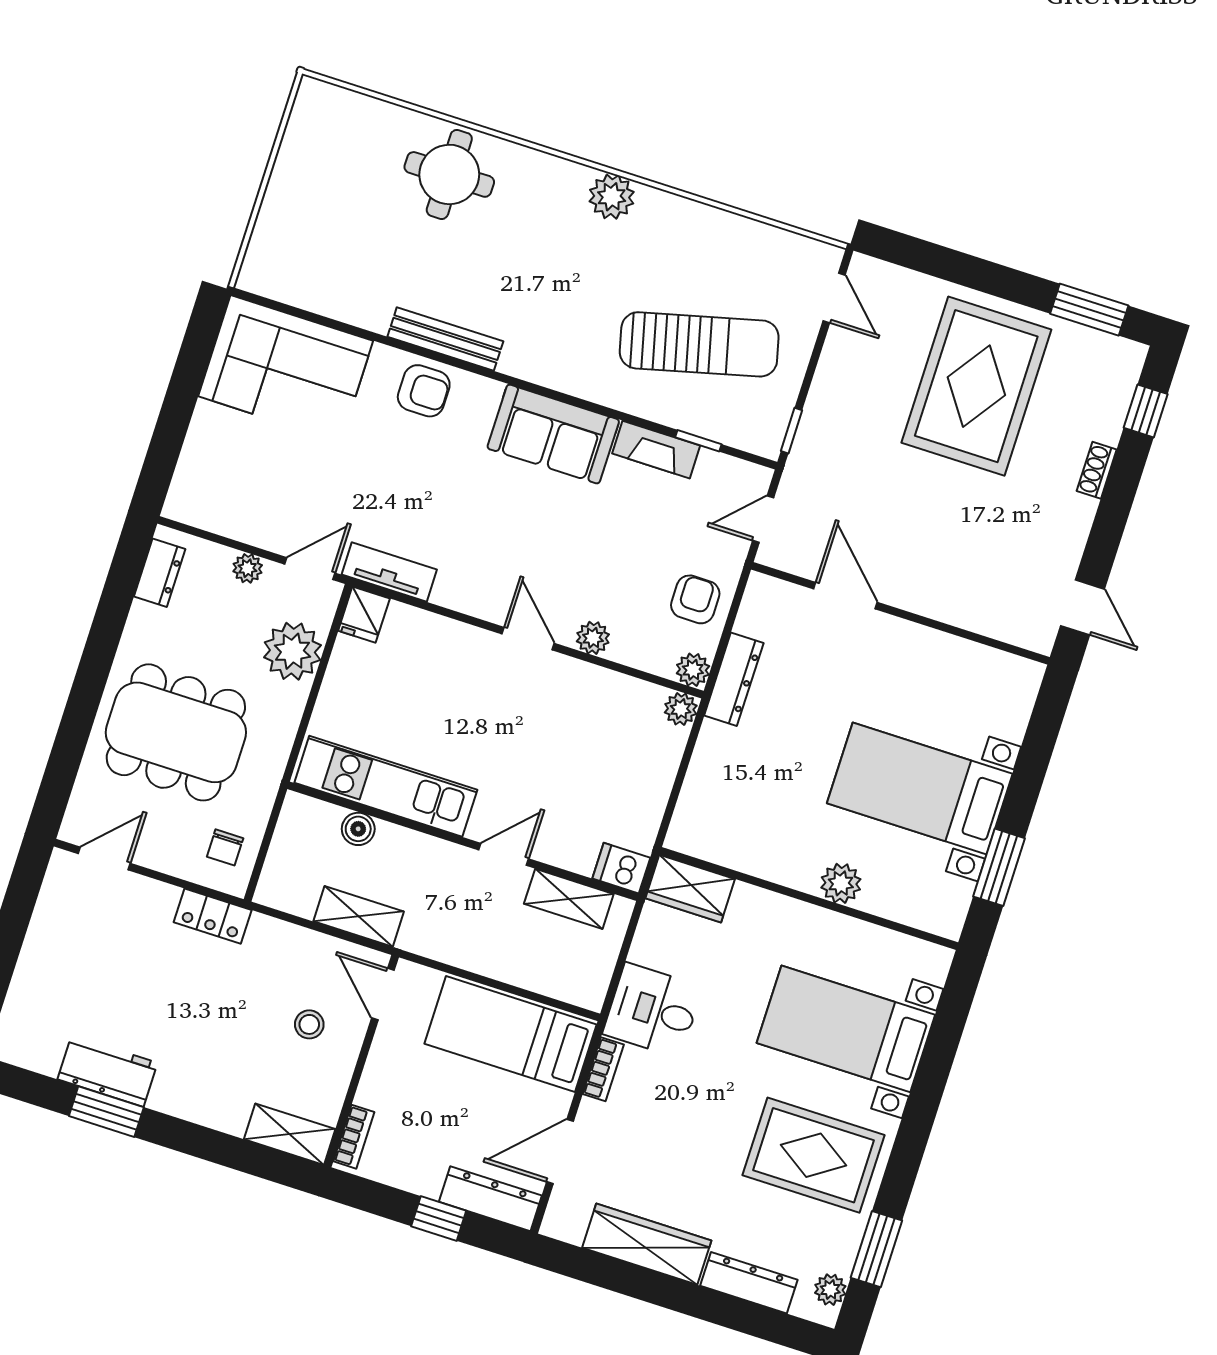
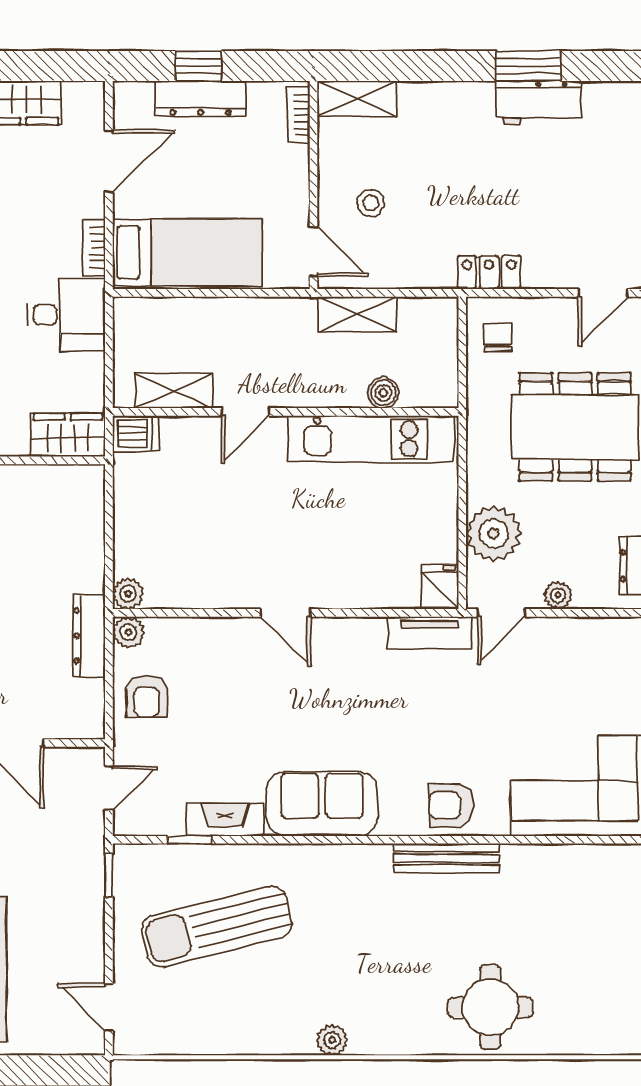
plant: (612, 197) -> (332, 1040), width x0.73, depth x0.73
plant: (593, 638) -> (228, 632), removed
dresser: (490, 1199) -> (201, 99), moved

